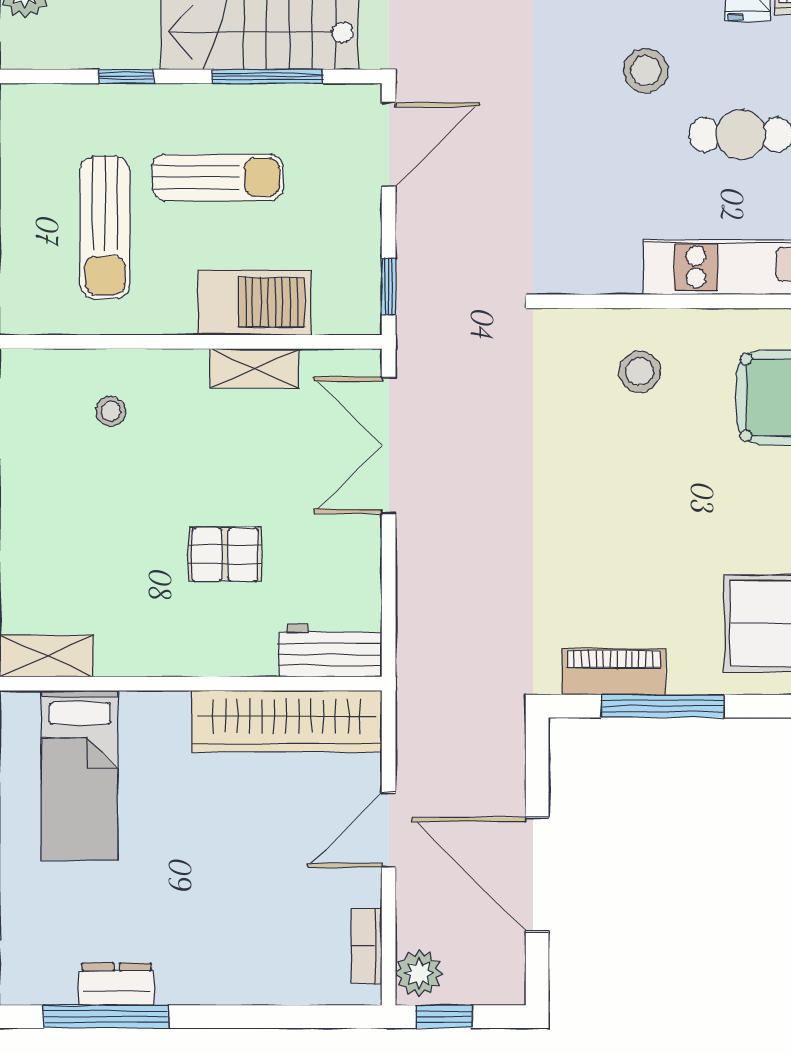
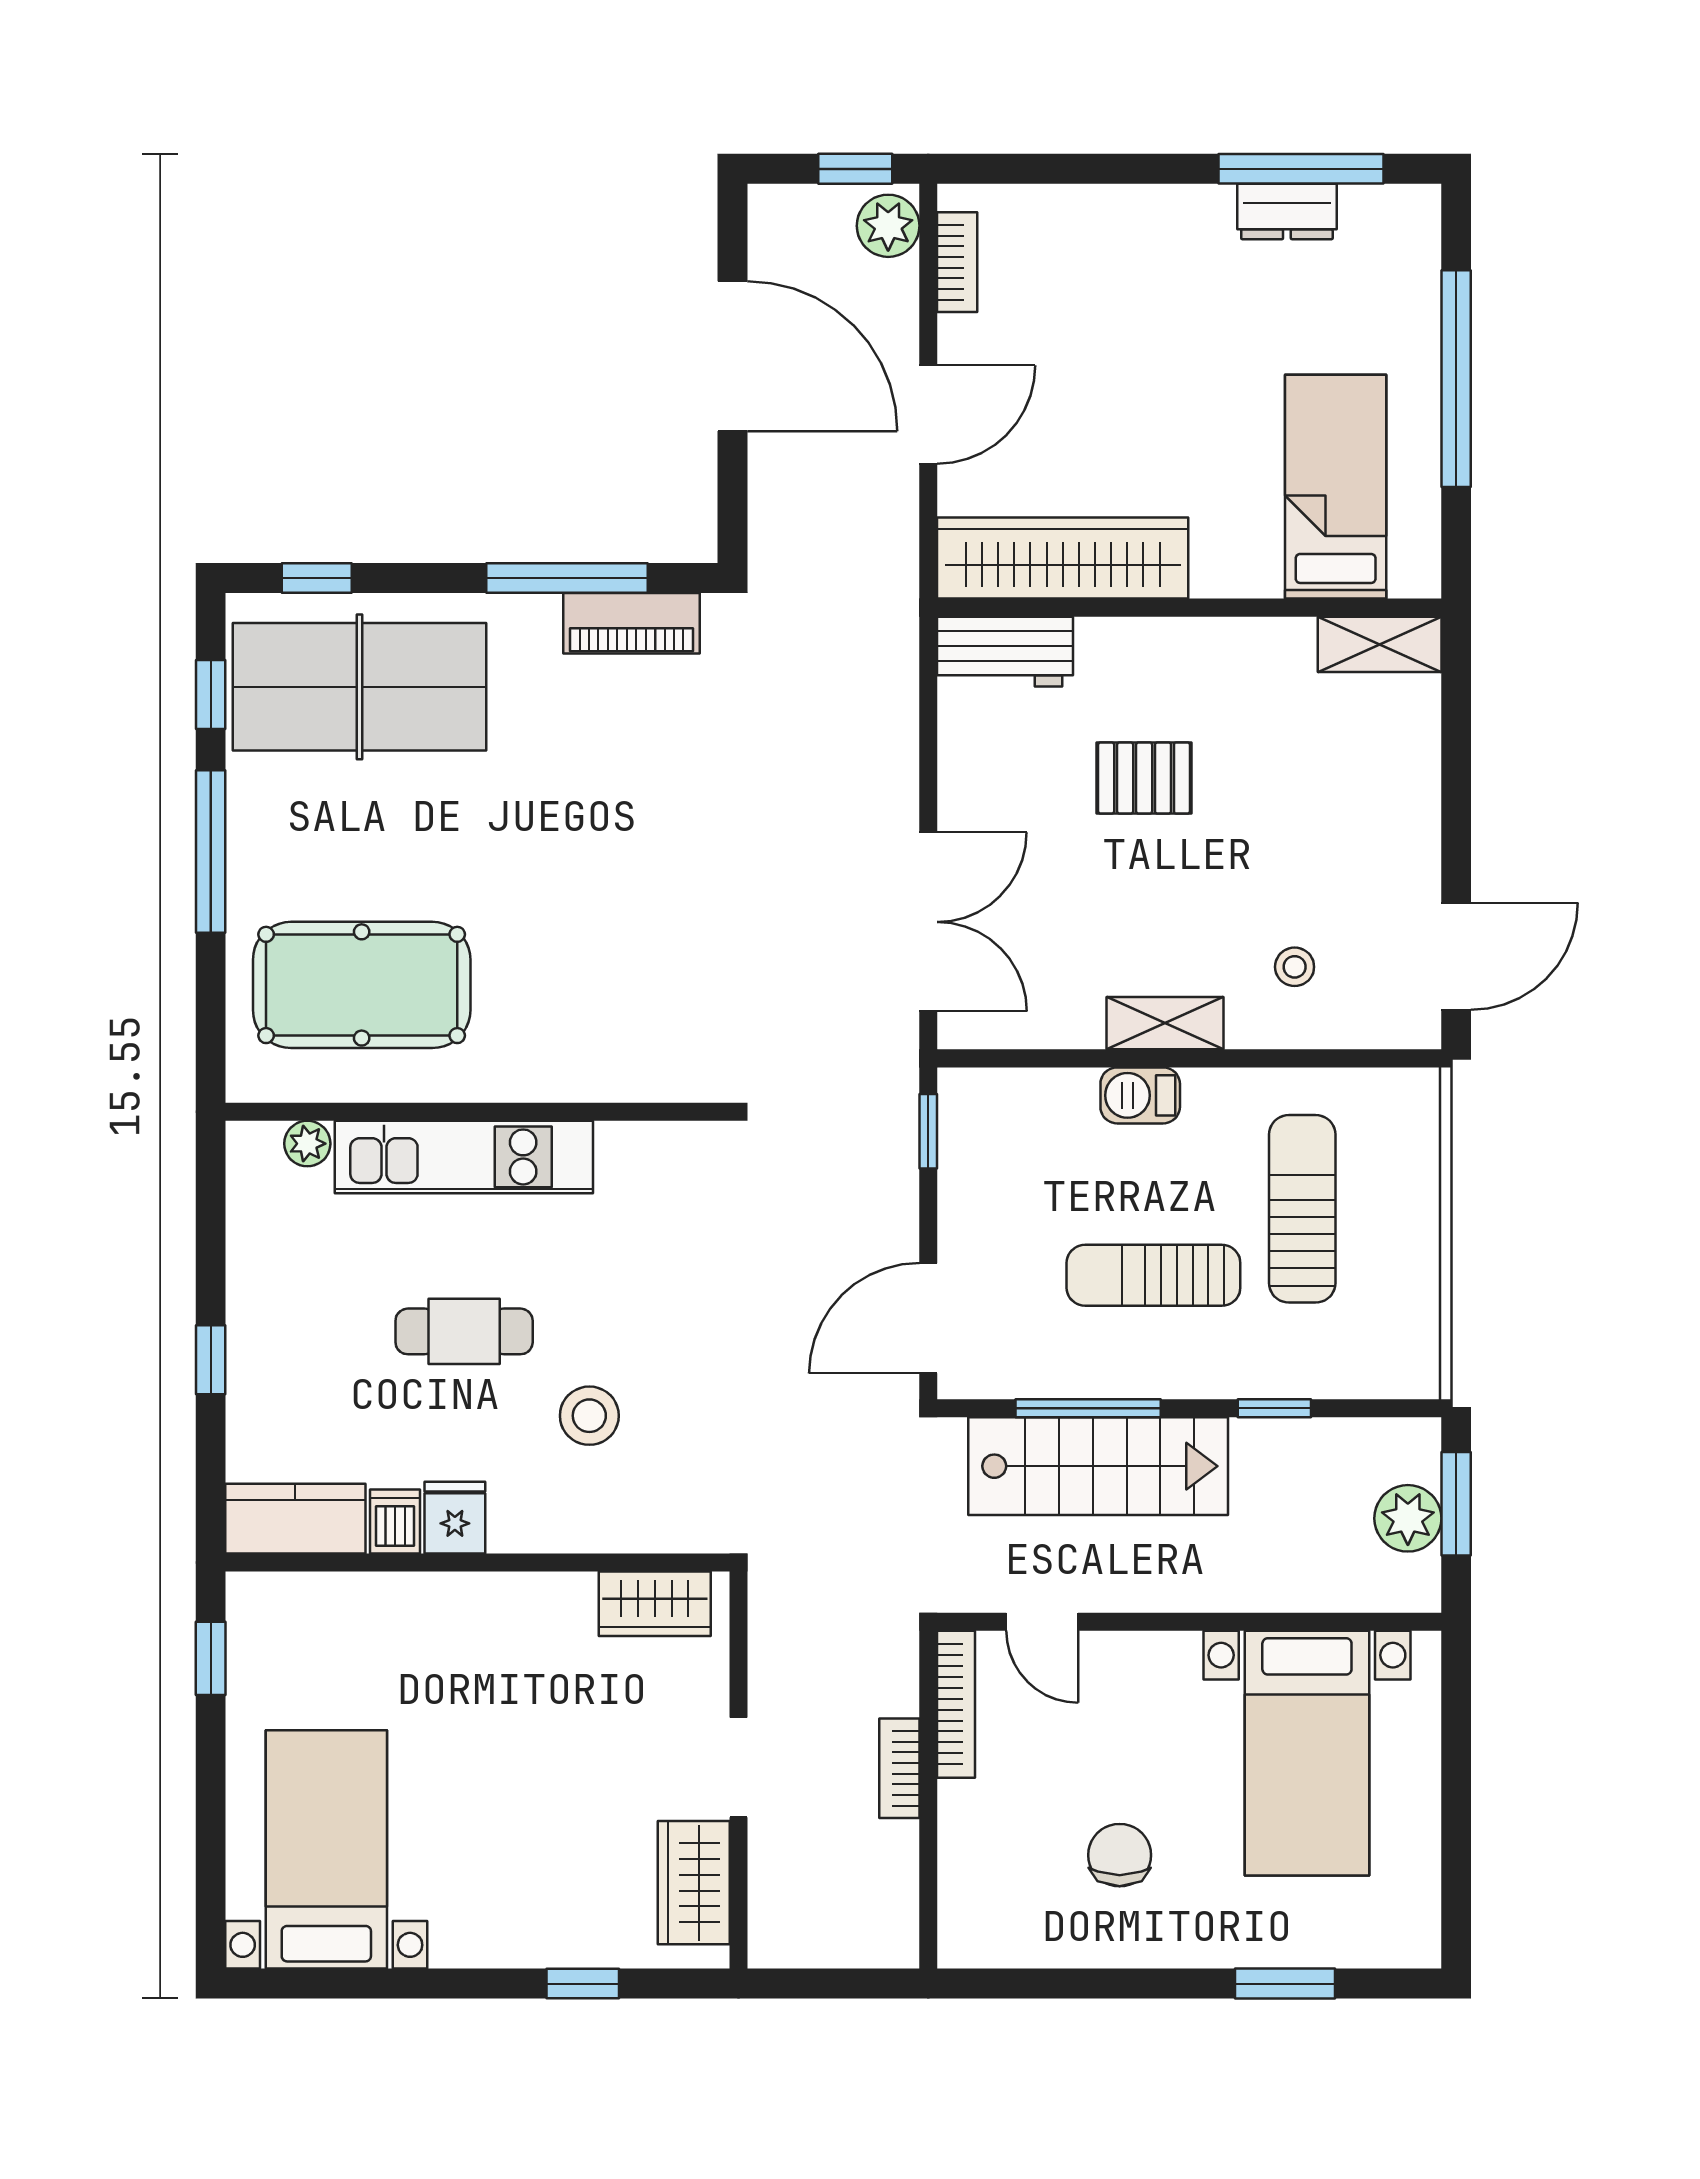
barbecue: (254, 302) -> (1140, 1095), width x0.53, depth x0.65
shelving: (255, 368) -> (1165, 1023), moved
stool: (640, 372) -> (597, 1019), removed

